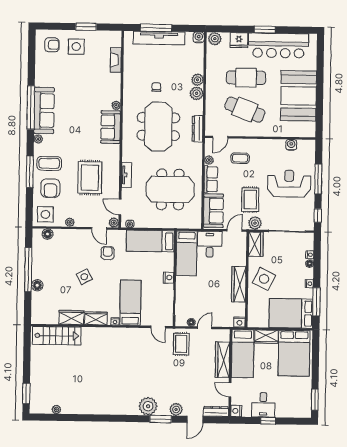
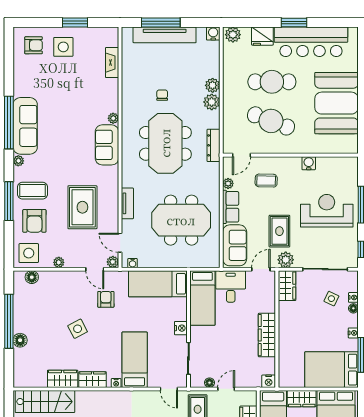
water cooler: (291, 145) -> (309, 163), moved
side table: (264, 279) -> (331, 299), moved, width x0.54, depth x0.54

